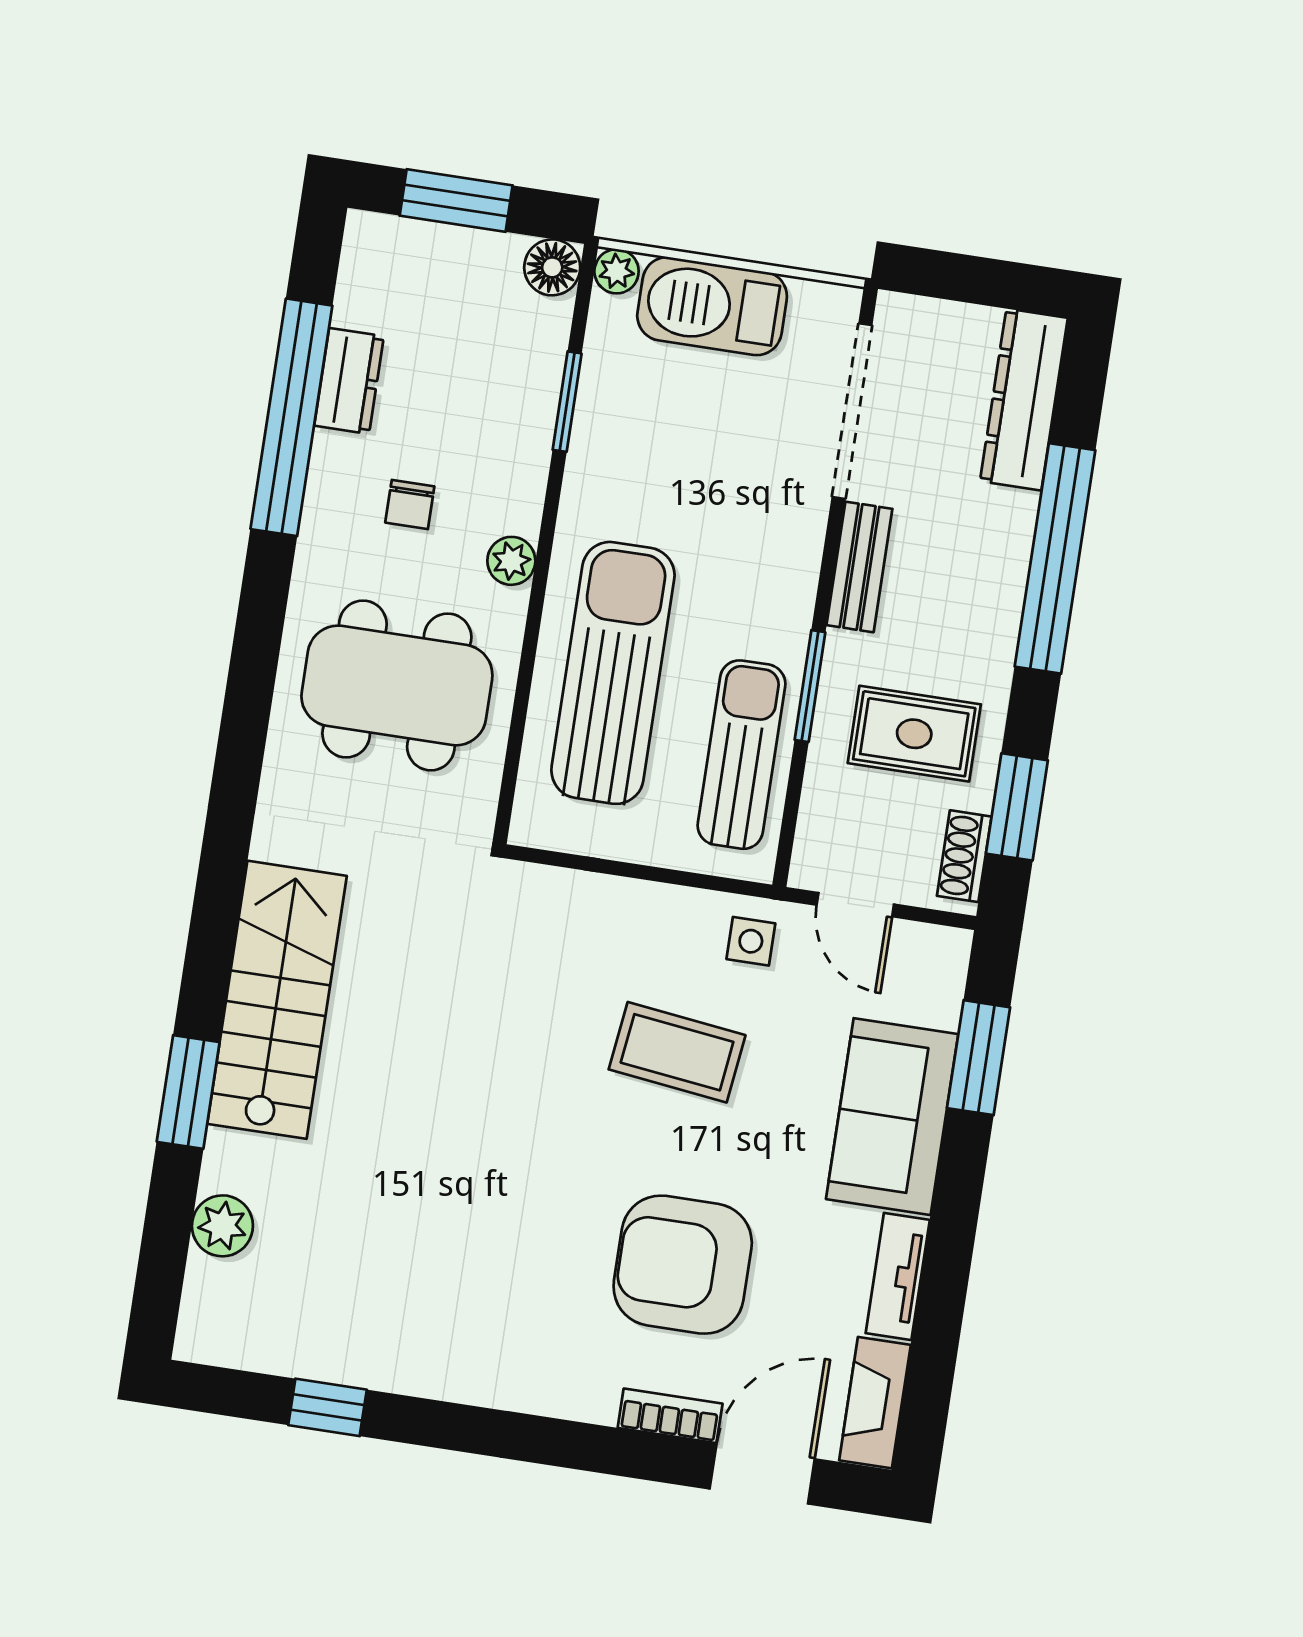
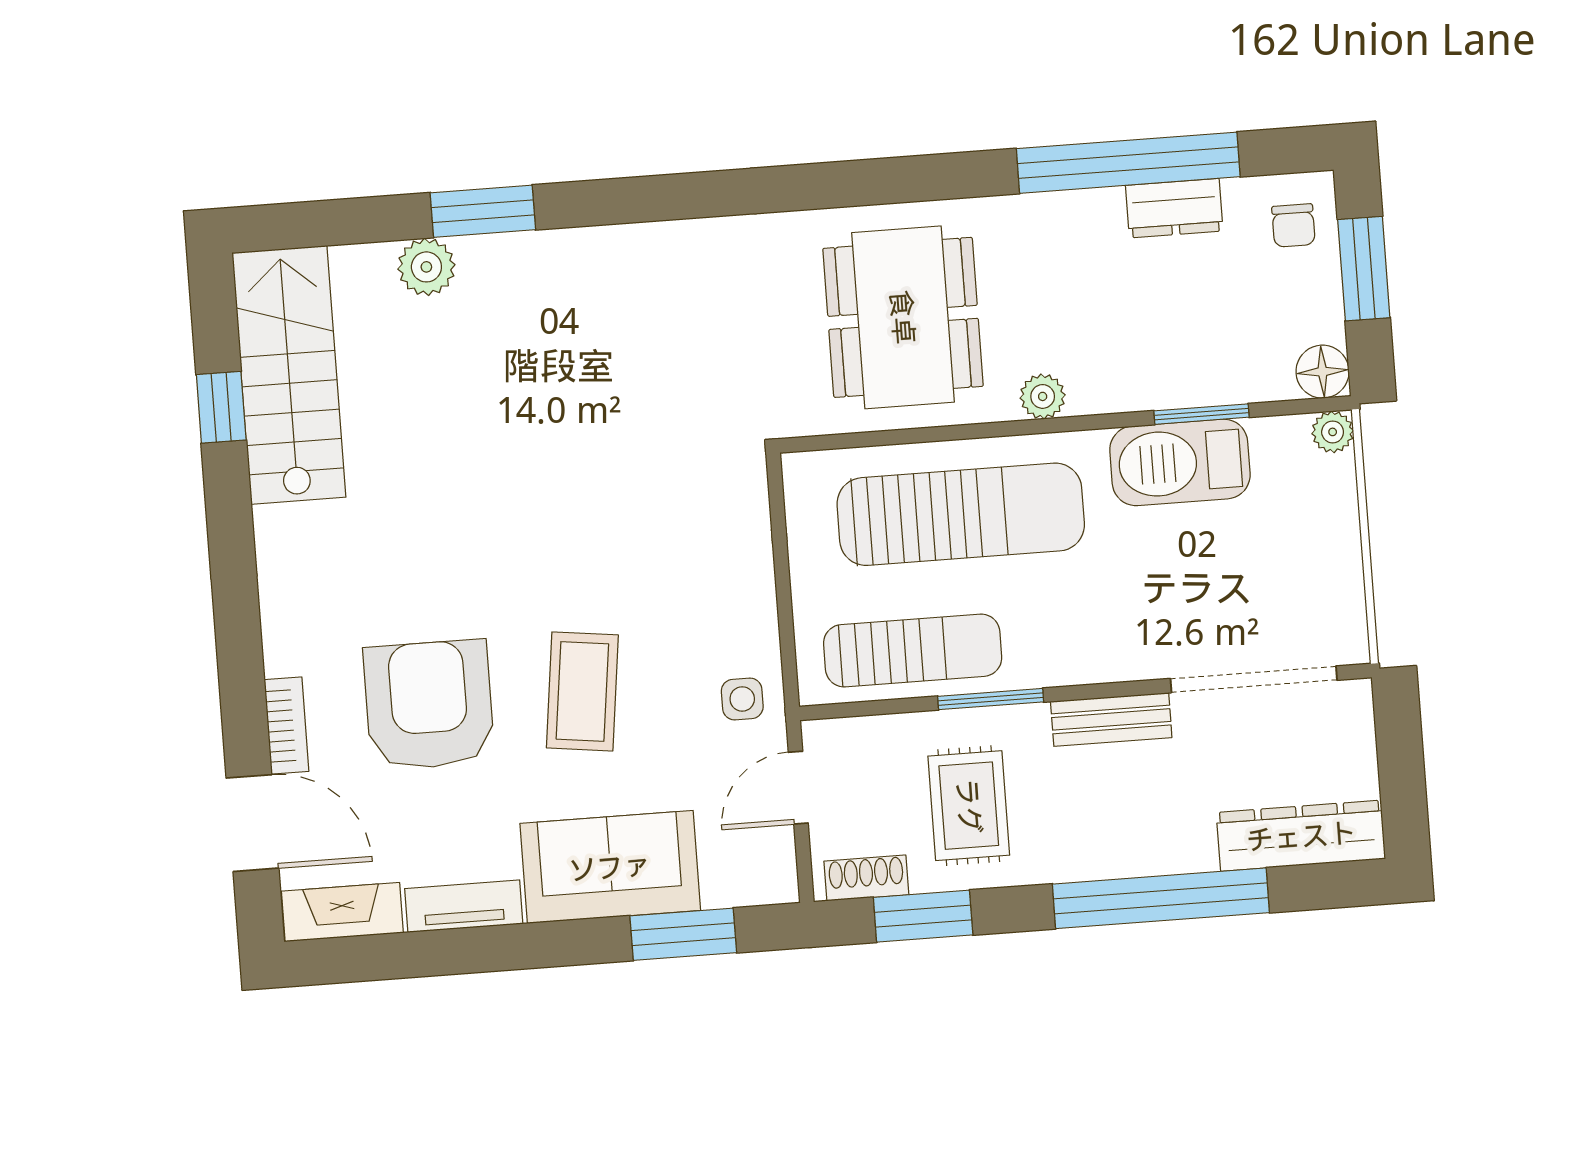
barbecue: (712, 306) -> (1180, 462), moved, turned -90
chair: (410, 505) -> (1293, 225), moved, turned -90
stairs: (277, 1000) -> (289, 375), moved, turned -90
coffee table: (677, 1052) -> (582, 691), moved
plant: (222, 1226) -> (426, 267), moved

